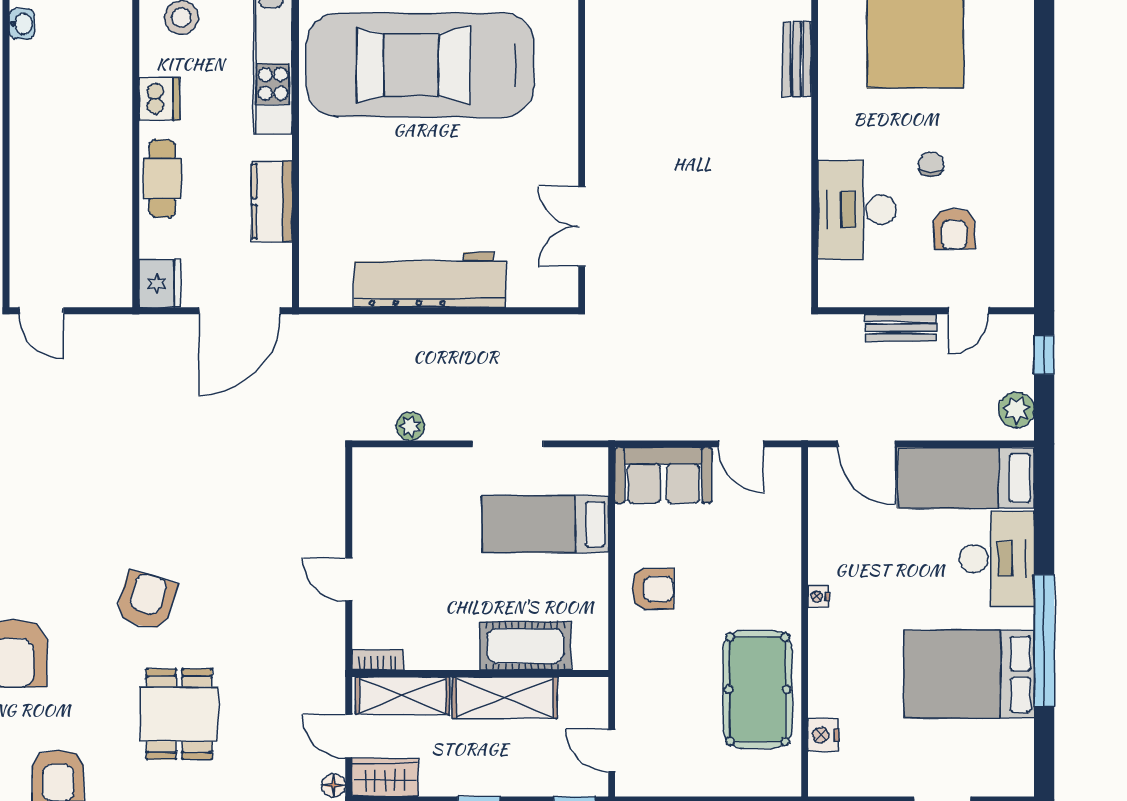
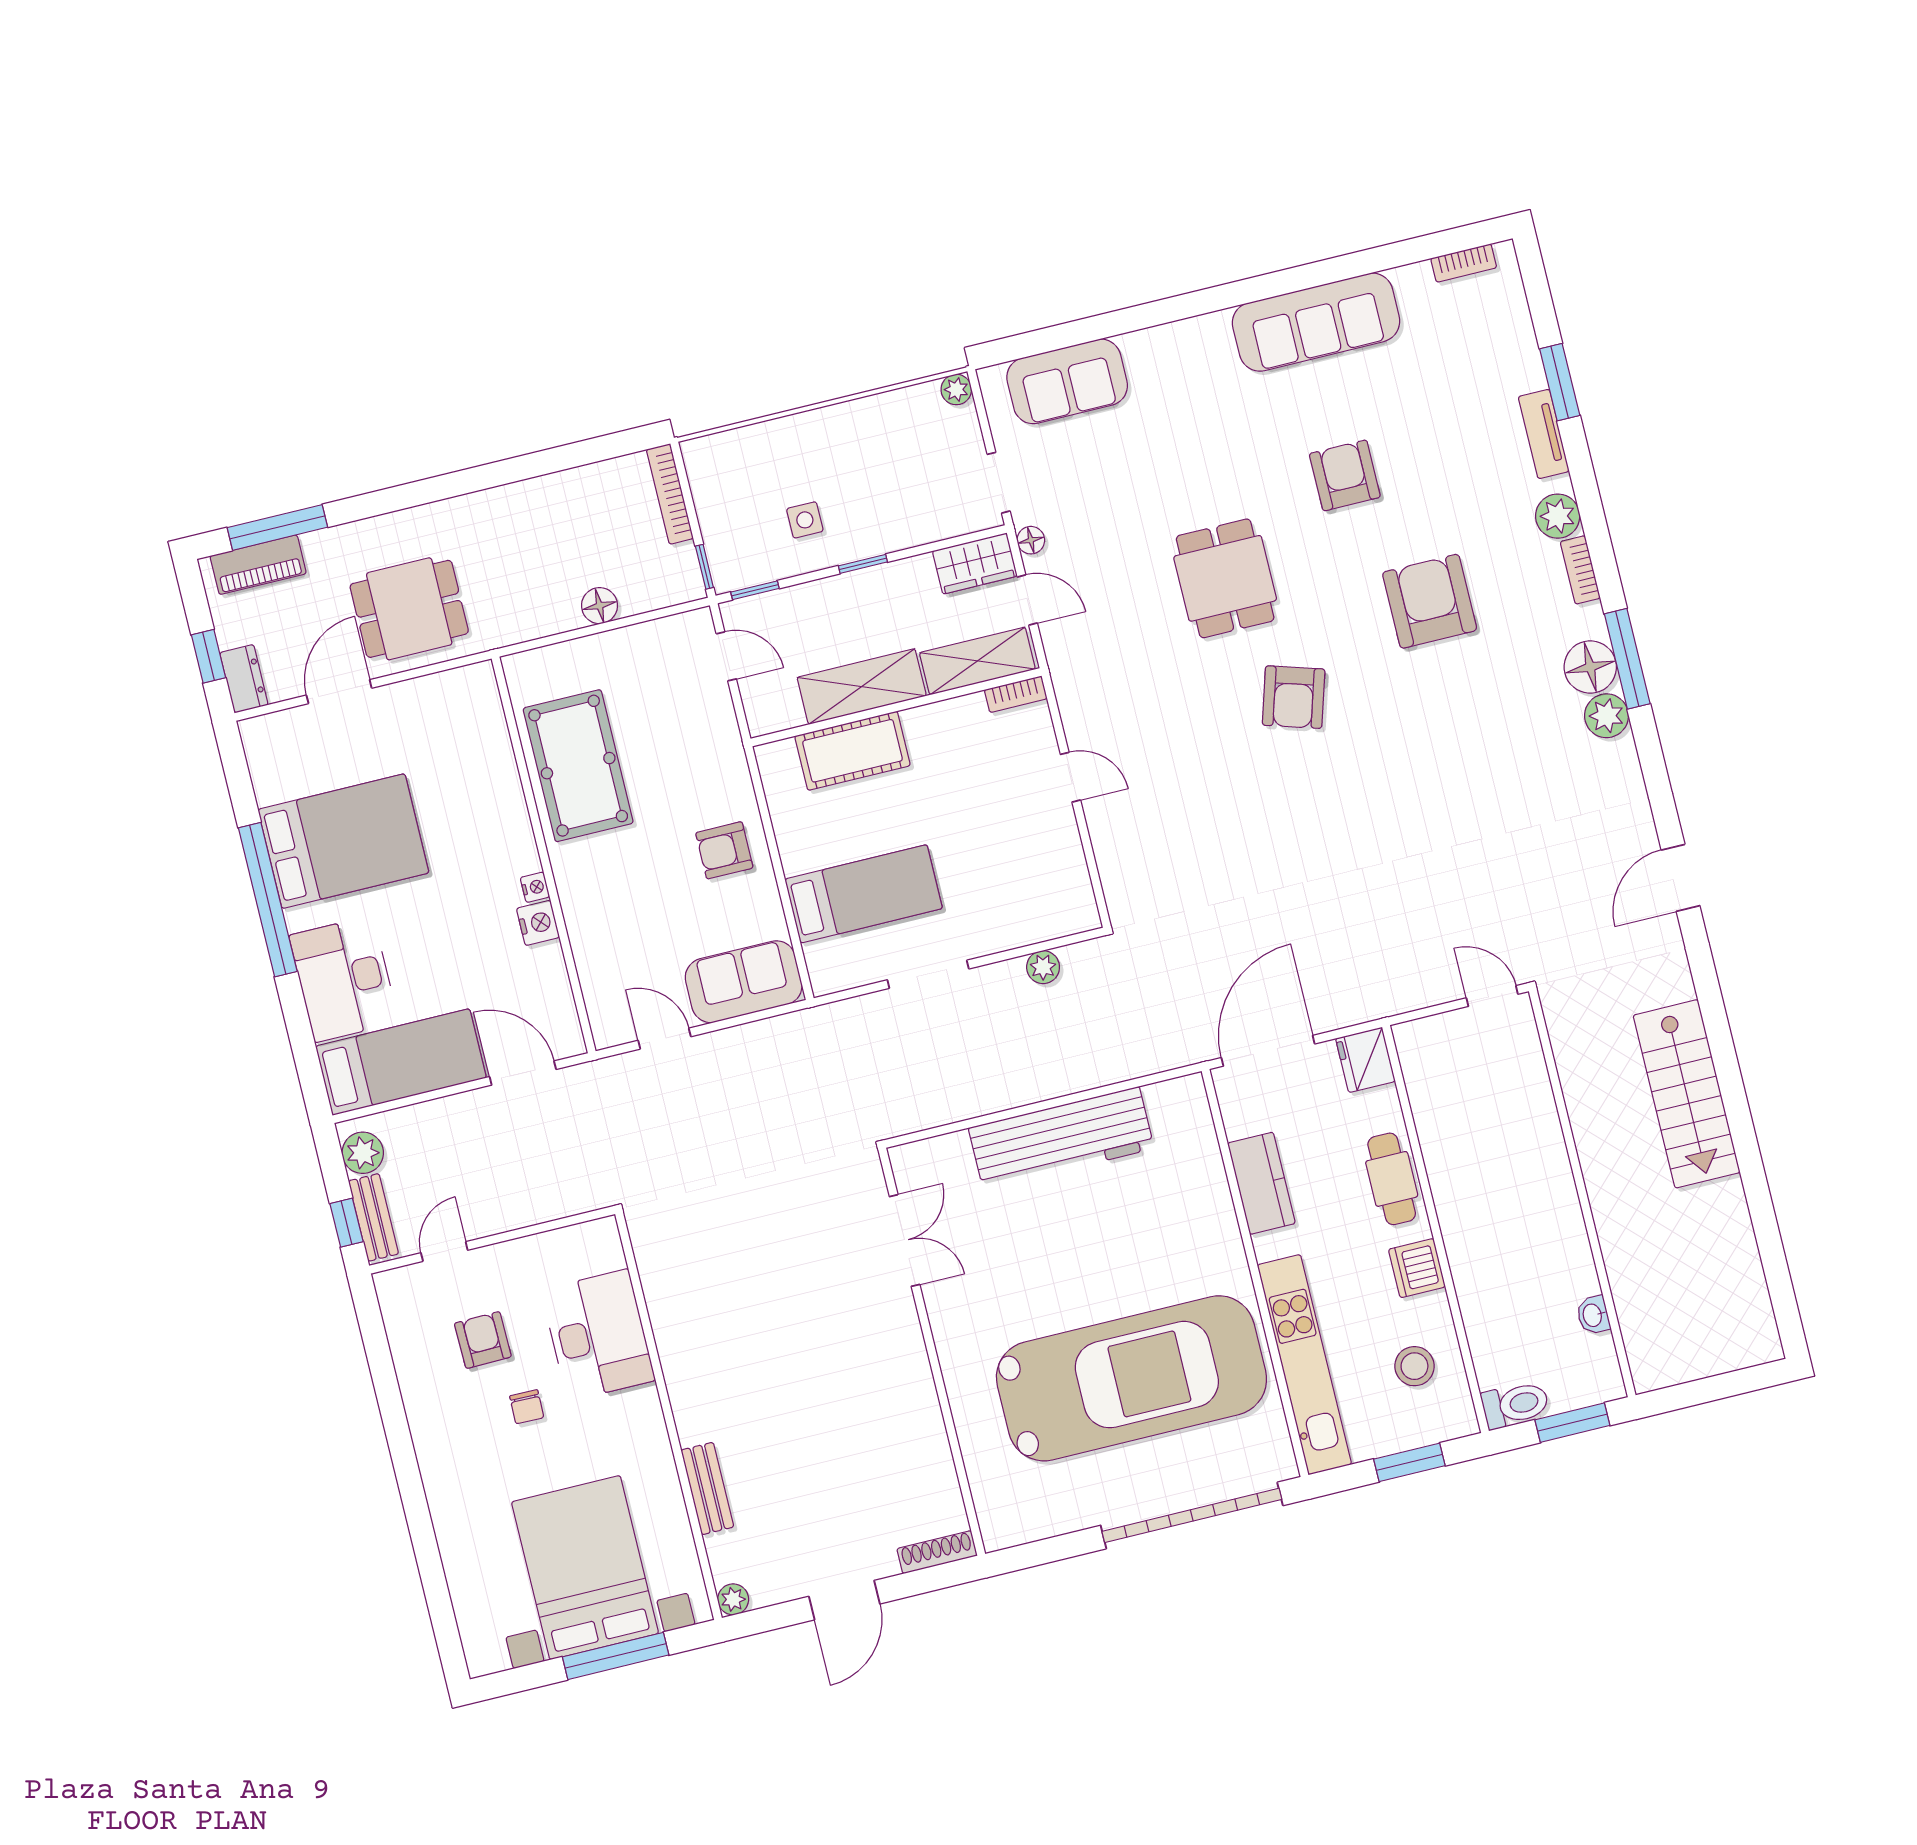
bench: (901, 328) -> (373, 1217), moved, turned 90
nightstand: (823, 735) -> (538, 923), moved

